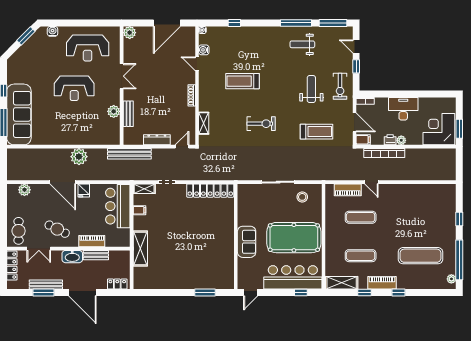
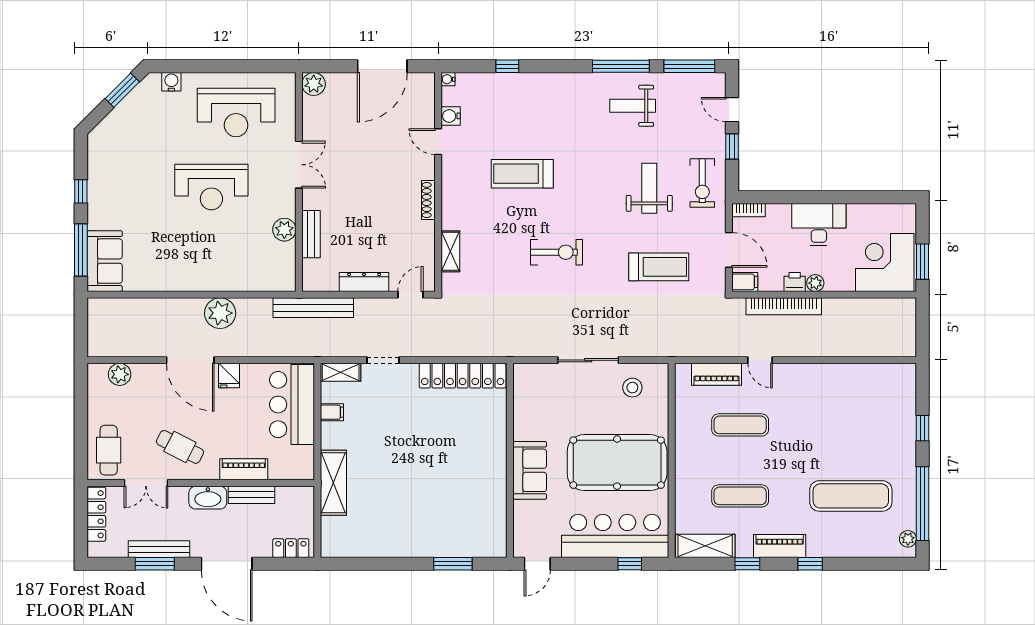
sofa: (19, 114) -> (105, 261), width x0.54, depth x0.79

